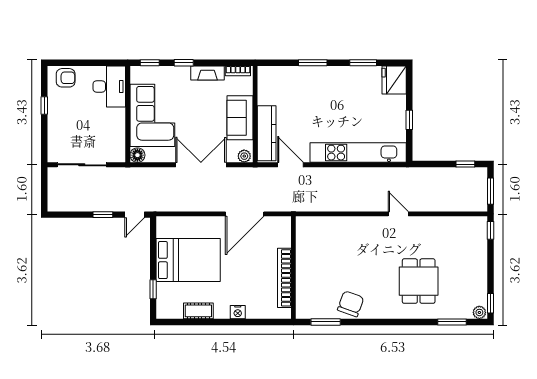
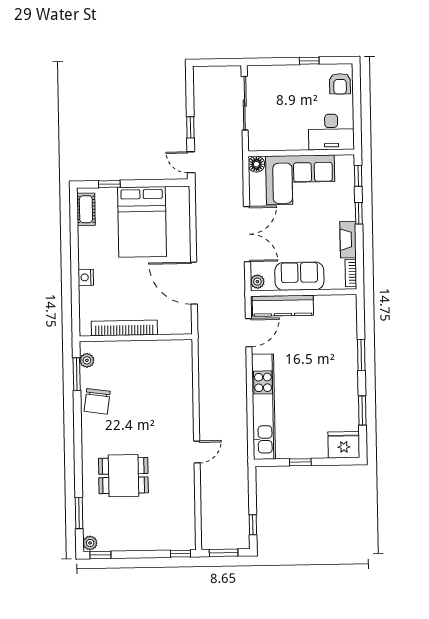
chair: (351, 304) -> (97, 401), turned 78
cot: (198, 311) -> (86, 209), moved
plant: (313, 312) -> (87, 360), added

